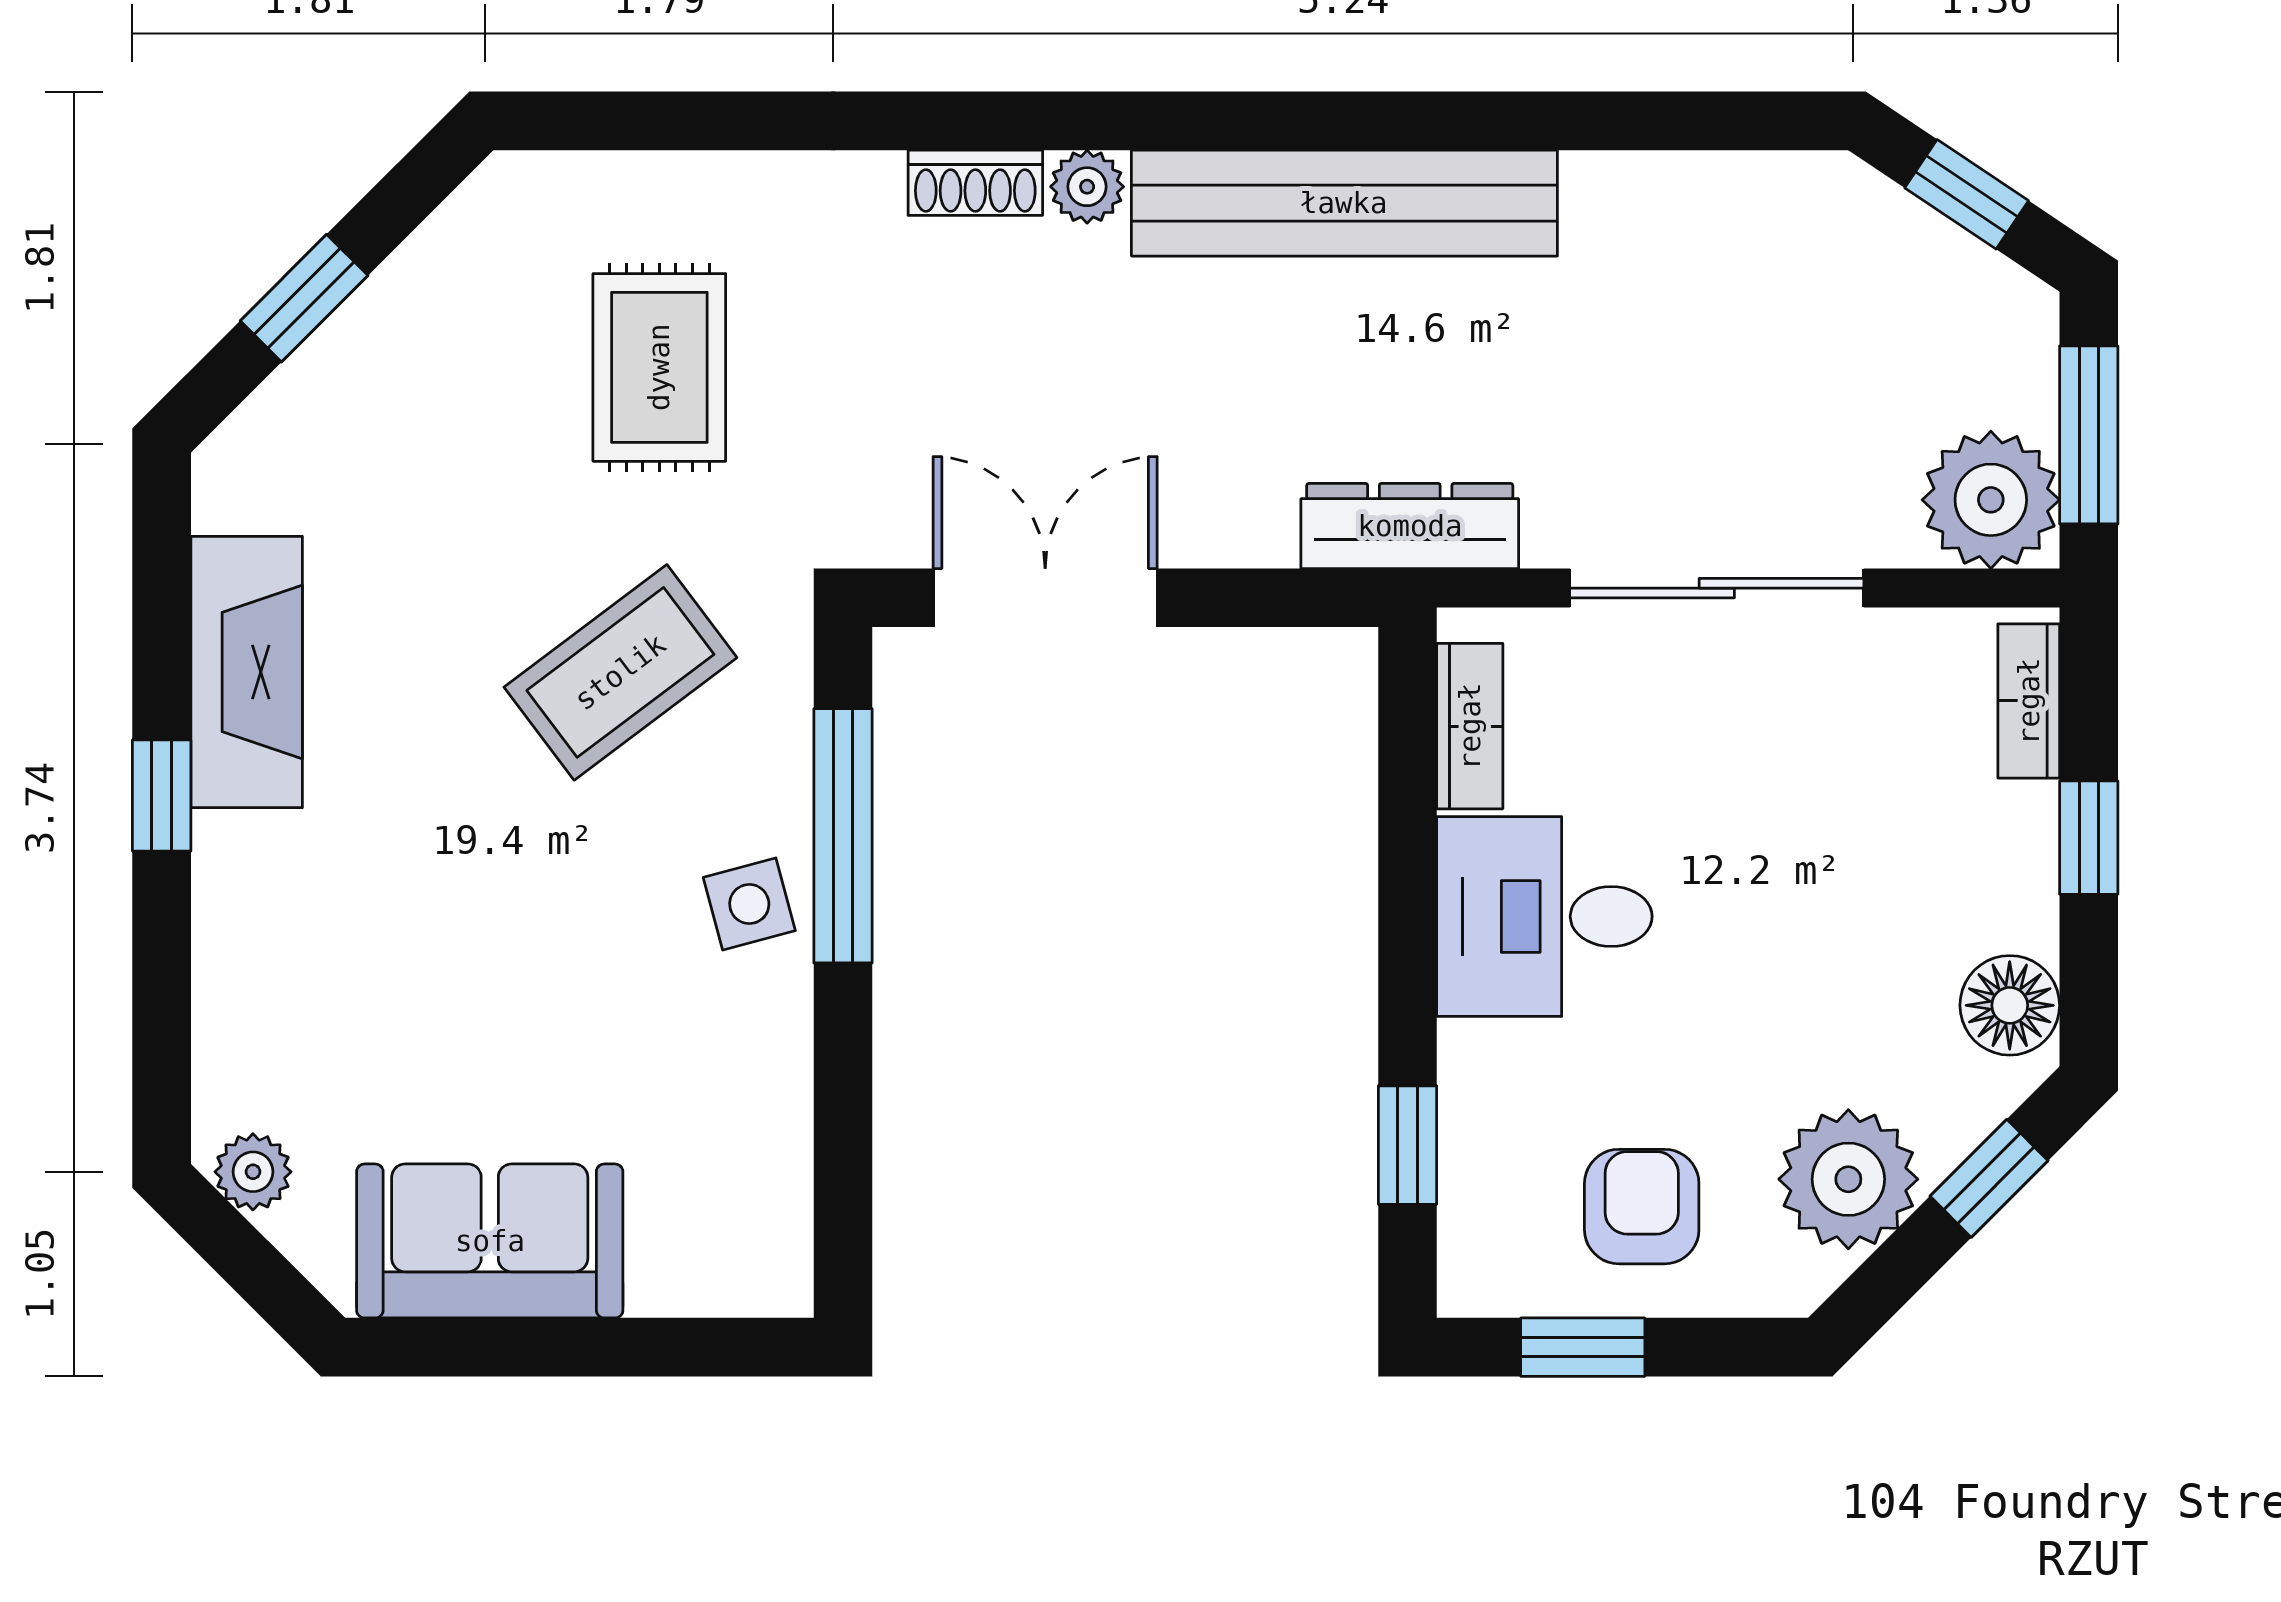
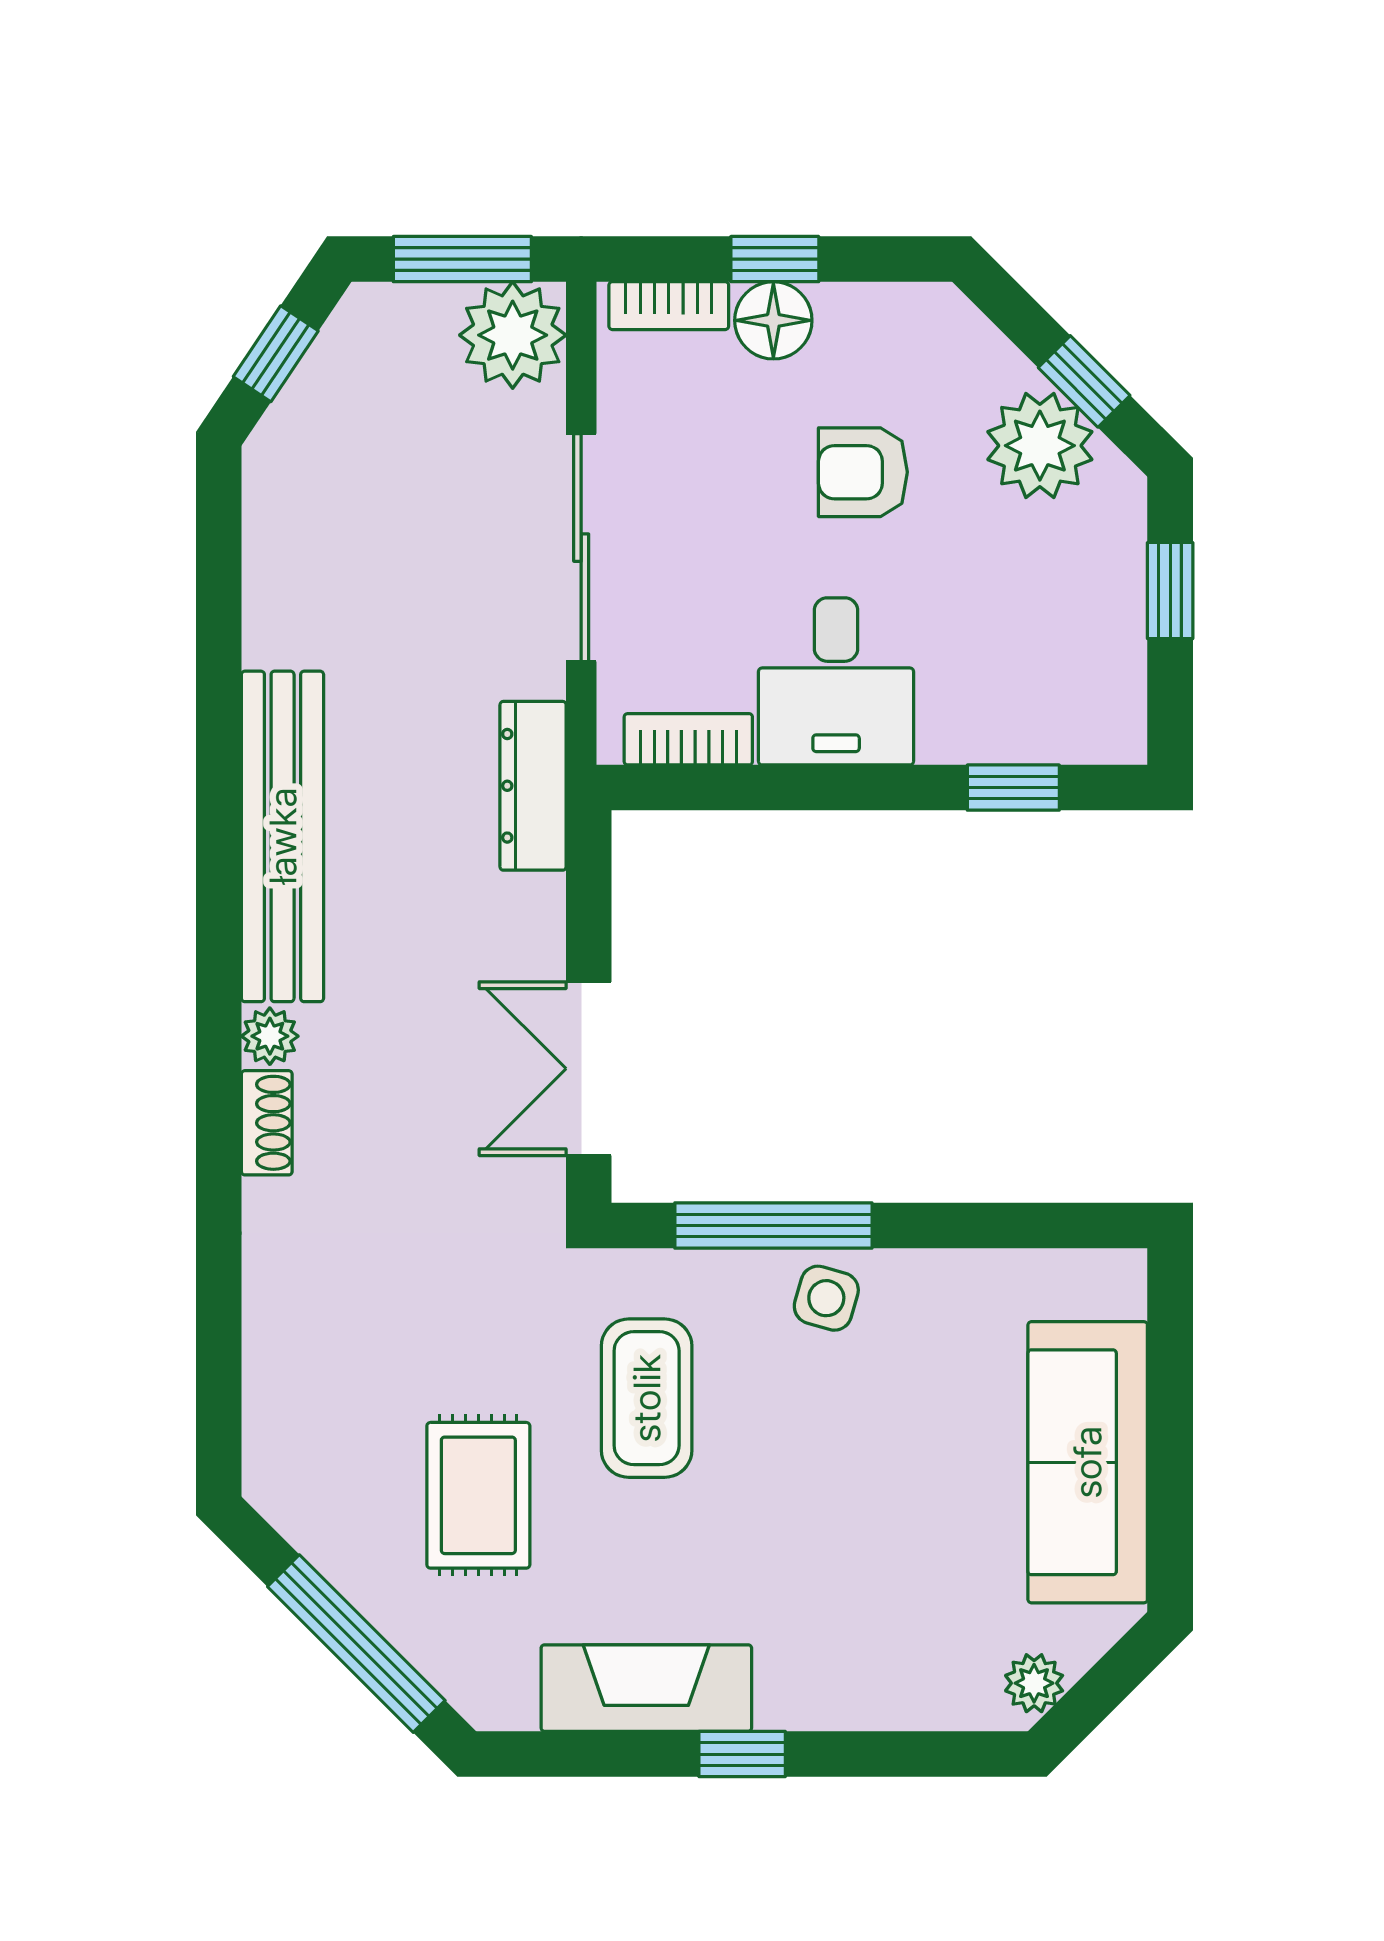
window: (304, 298) -> (356, 1644), width x2.17
rug: (659, 367) -> (478, 1495), moved, turned 90
coffee table: (620, 672) -> (647, 1398), turned 37
side table: (749, 904) -> (826, 1298), turned 31
floor lamp: (2010, 1005) -> (773, 320), moved
window: (1989, 1178) -> (1084, 381), moved
armchair: (1642, 1207) -> (863, 472), moved
sofa: (490, 1241) -> (1088, 1462), width x1.36
window: (1583, 1347) -> (1170, 591), moved

